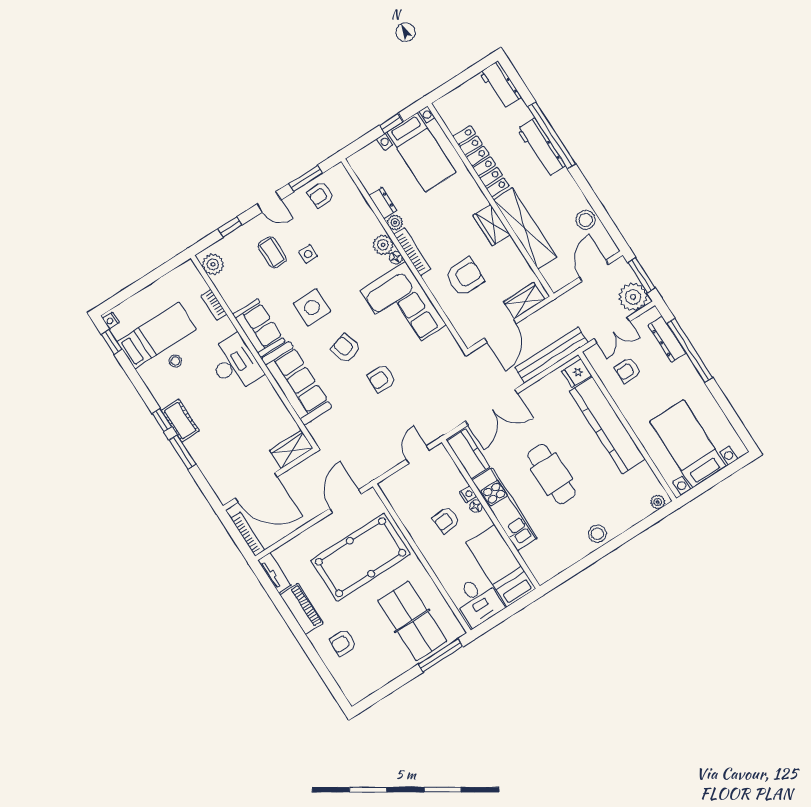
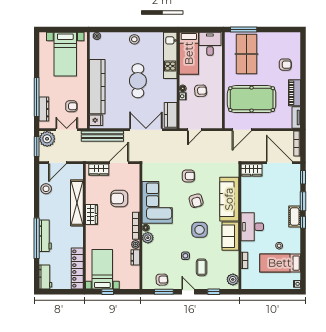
locker: (481, 161) -> (77, 269), moved
window: (112, 342) -> (303, 177), moved
kitchen unit: (505, 509) -> (170, 55), moved

